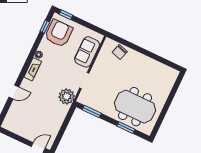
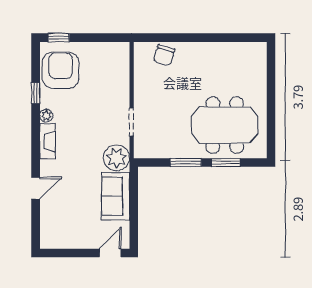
window: (45, 27) -> (36, 93), moved
sofa: (87, 52) -> (116, 196), moved
window: (92, 112) -> (186, 163), moved

